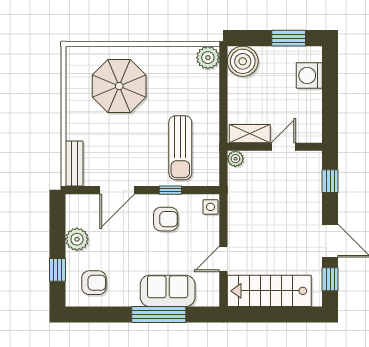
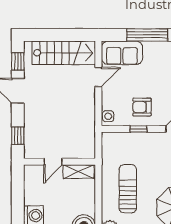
sun lounger: (180, 148) -> (128, 189), moved
plant: (235, 159) -> (89, 153), removed
sofa: (168, 291) -> (122, 53), moved

